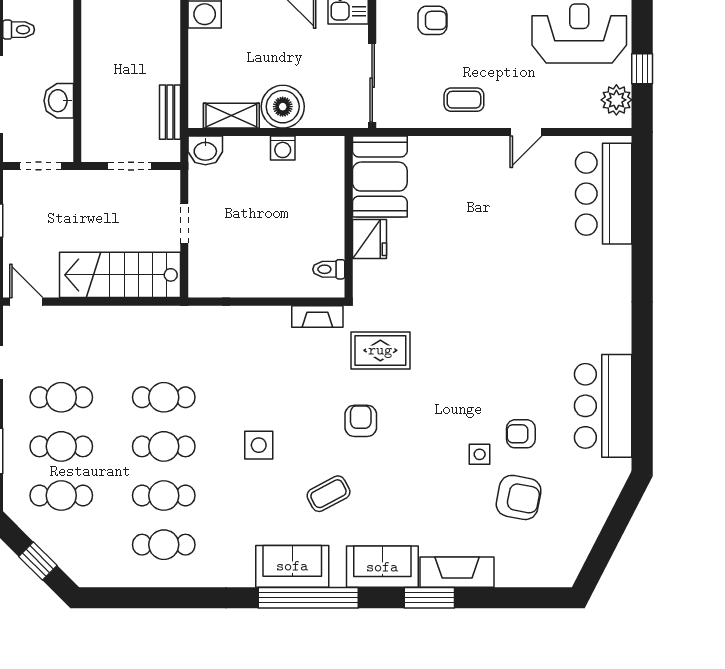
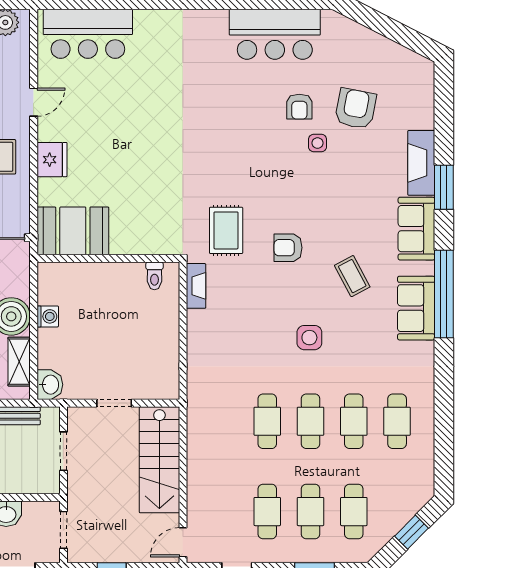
door: (526, 132) -> (34, 102), hinge flipped
fridge: (369, 239) -> (52, 160), moved, turned 90

